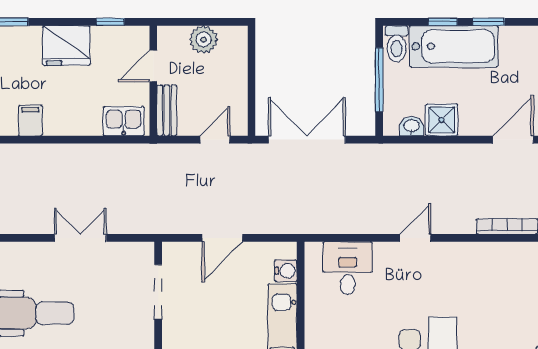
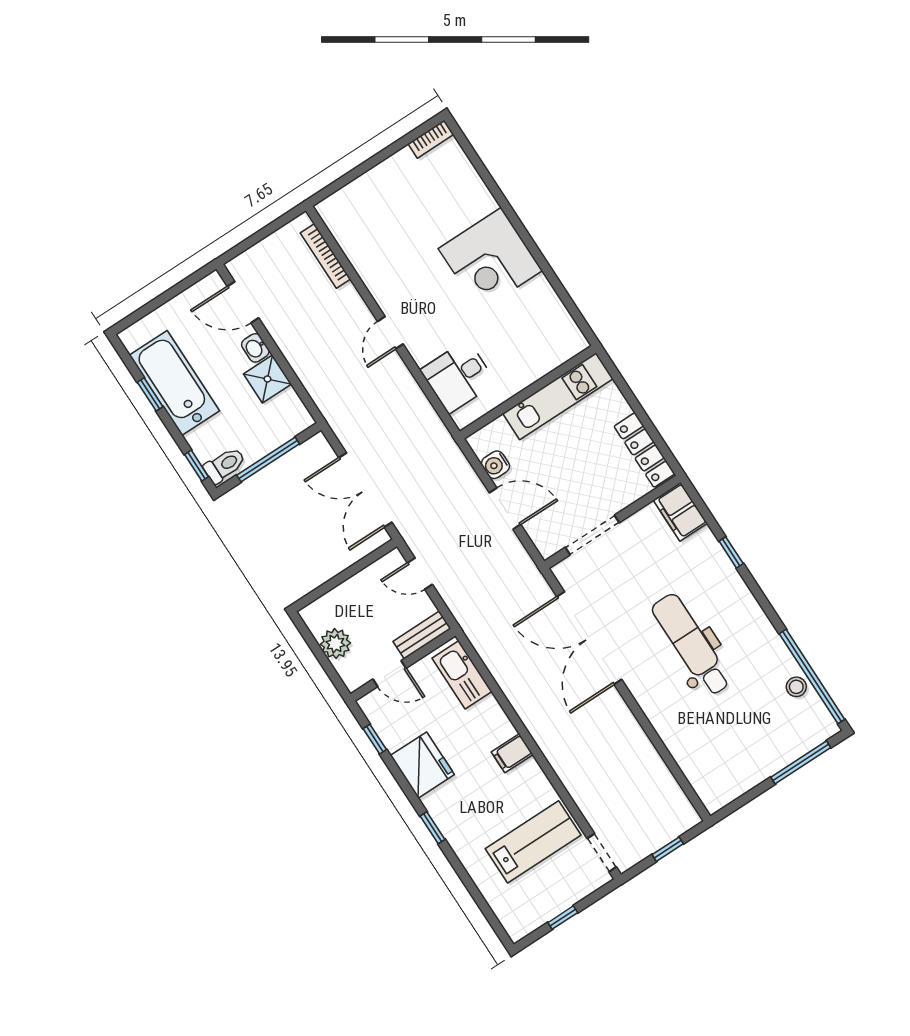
window: (443, 22) -> (197, 466), moved
bathtub: (454, 46) -> (174, 383), moved
kitchen sink: (124, 121) -> (462, 675), width x1.38
washbasin: (412, 126) -> (255, 348), moved
double door: (80, 238) -> (589, 638), width x1.87
door: (415, 238) -> (390, 333), hinge flipped
water cooler: (286, 271) -> (495, 465), moved, turned -90

